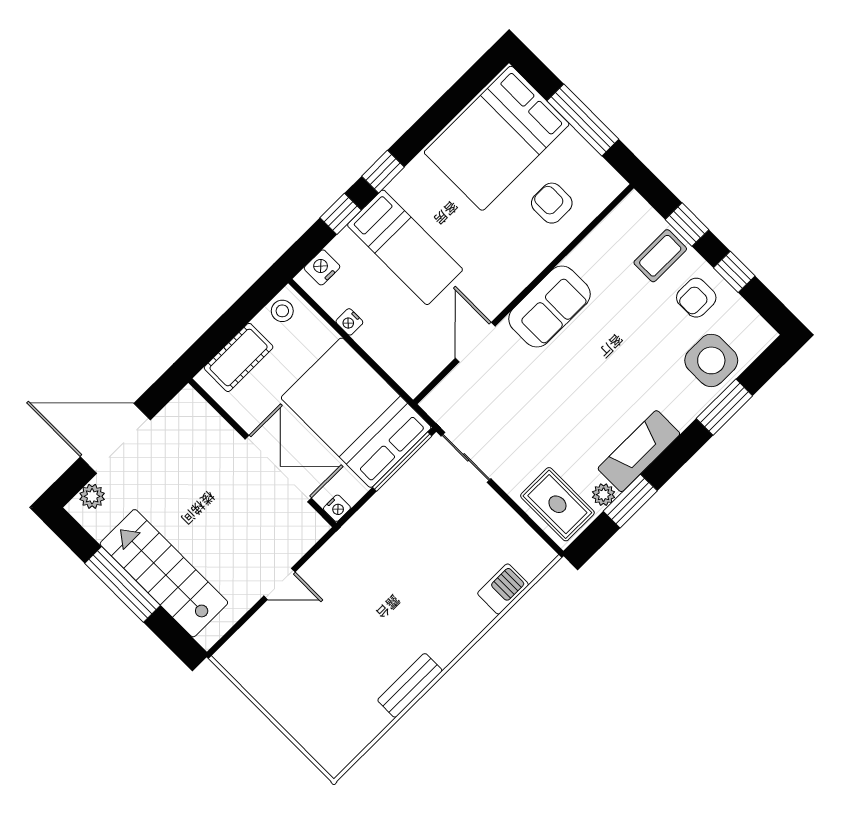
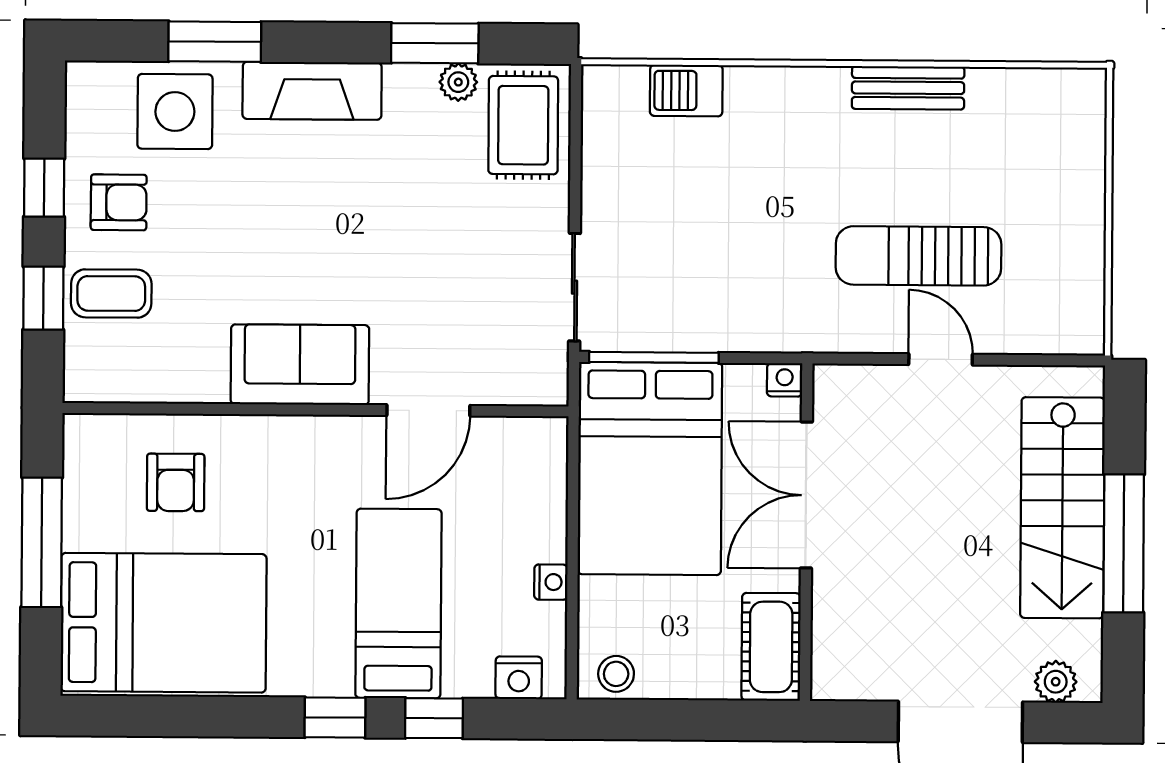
cot: (239, 357) -> (771, 647), moved, turned 90
fireplace: (639, 451) -> (312, 91), moved
sun lounger: (333, 618) -> (918, 256), added

